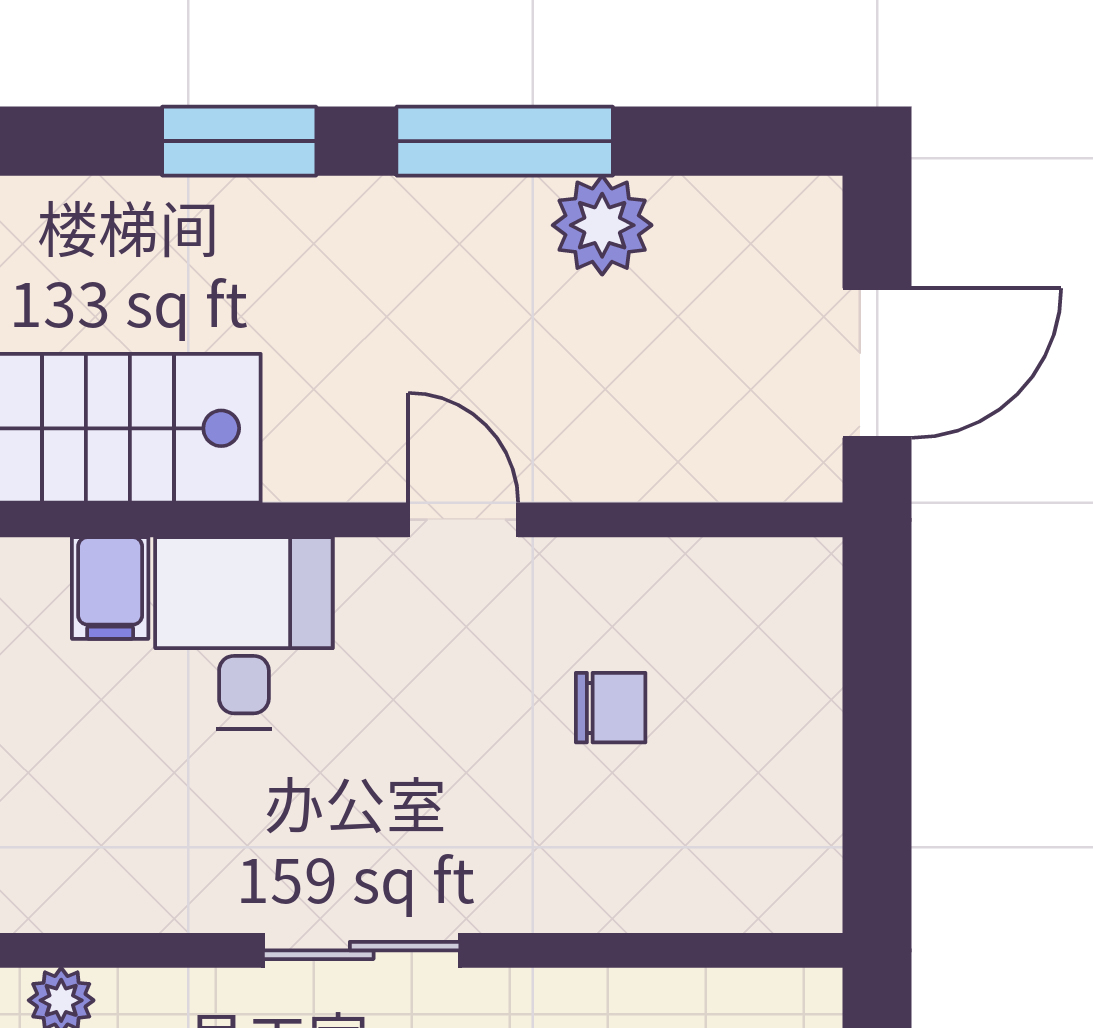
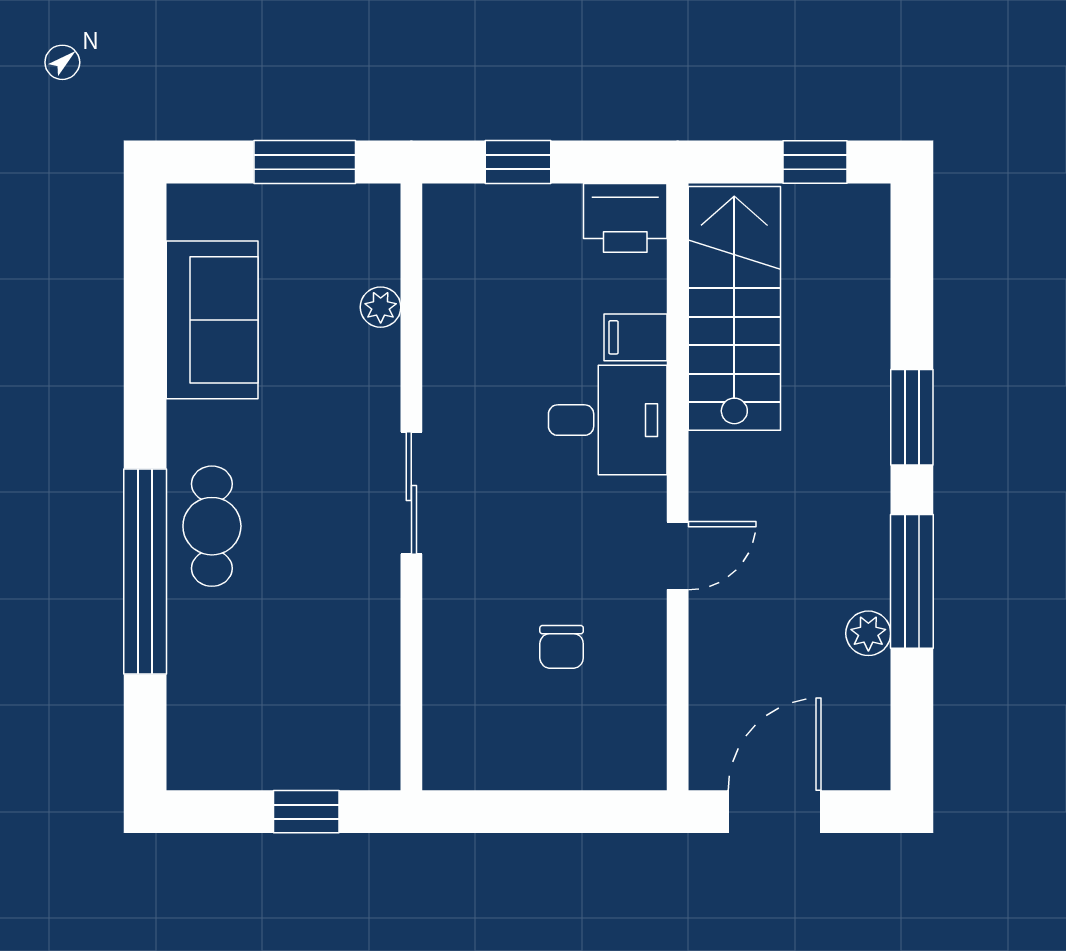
plant: (602, 225) -> (868, 633), width x0.73, depth x0.73
door: (877, 363) -> (775, 812), swing flipped

